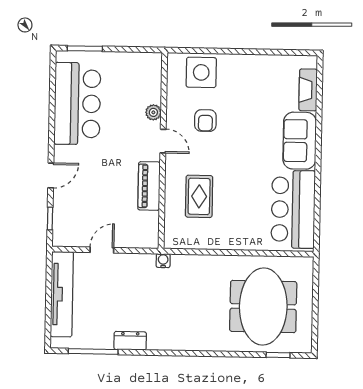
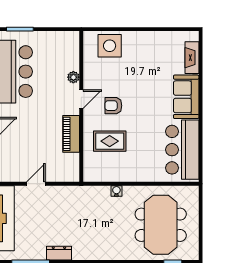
armchair: (205, 121) -> (113, 106), moved, turned 90
door: (163, 141) -> (81, 99), hinge flipped
rug: (199, 196) -> (110, 141), turned 90
water cooler: (163, 261) -> (116, 191), moved

